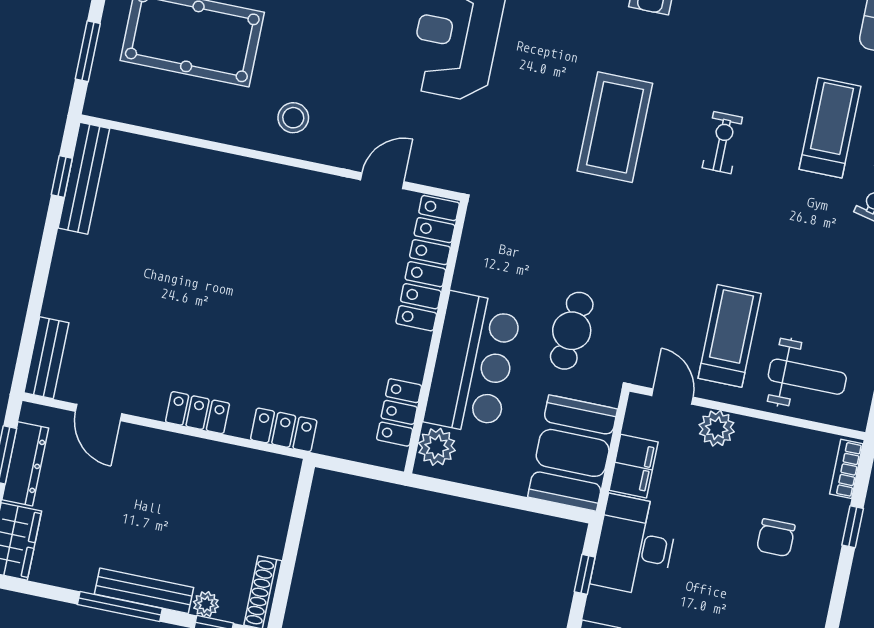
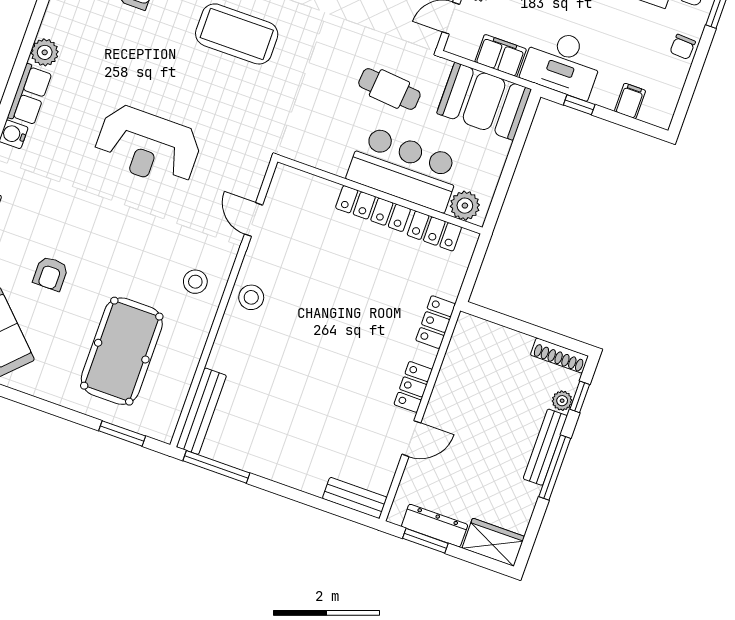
window: (62, 177) -> (216, 467), width x2.17
bench: (84, 178) -> (201, 411), moved, turned 90
stool: (283, 191) -> (251, 297), added
locker: (428, 263) -> (373, 209), moved, width x0.71, depth x0.83
door: (99, 412) -> (411, 439), moved

